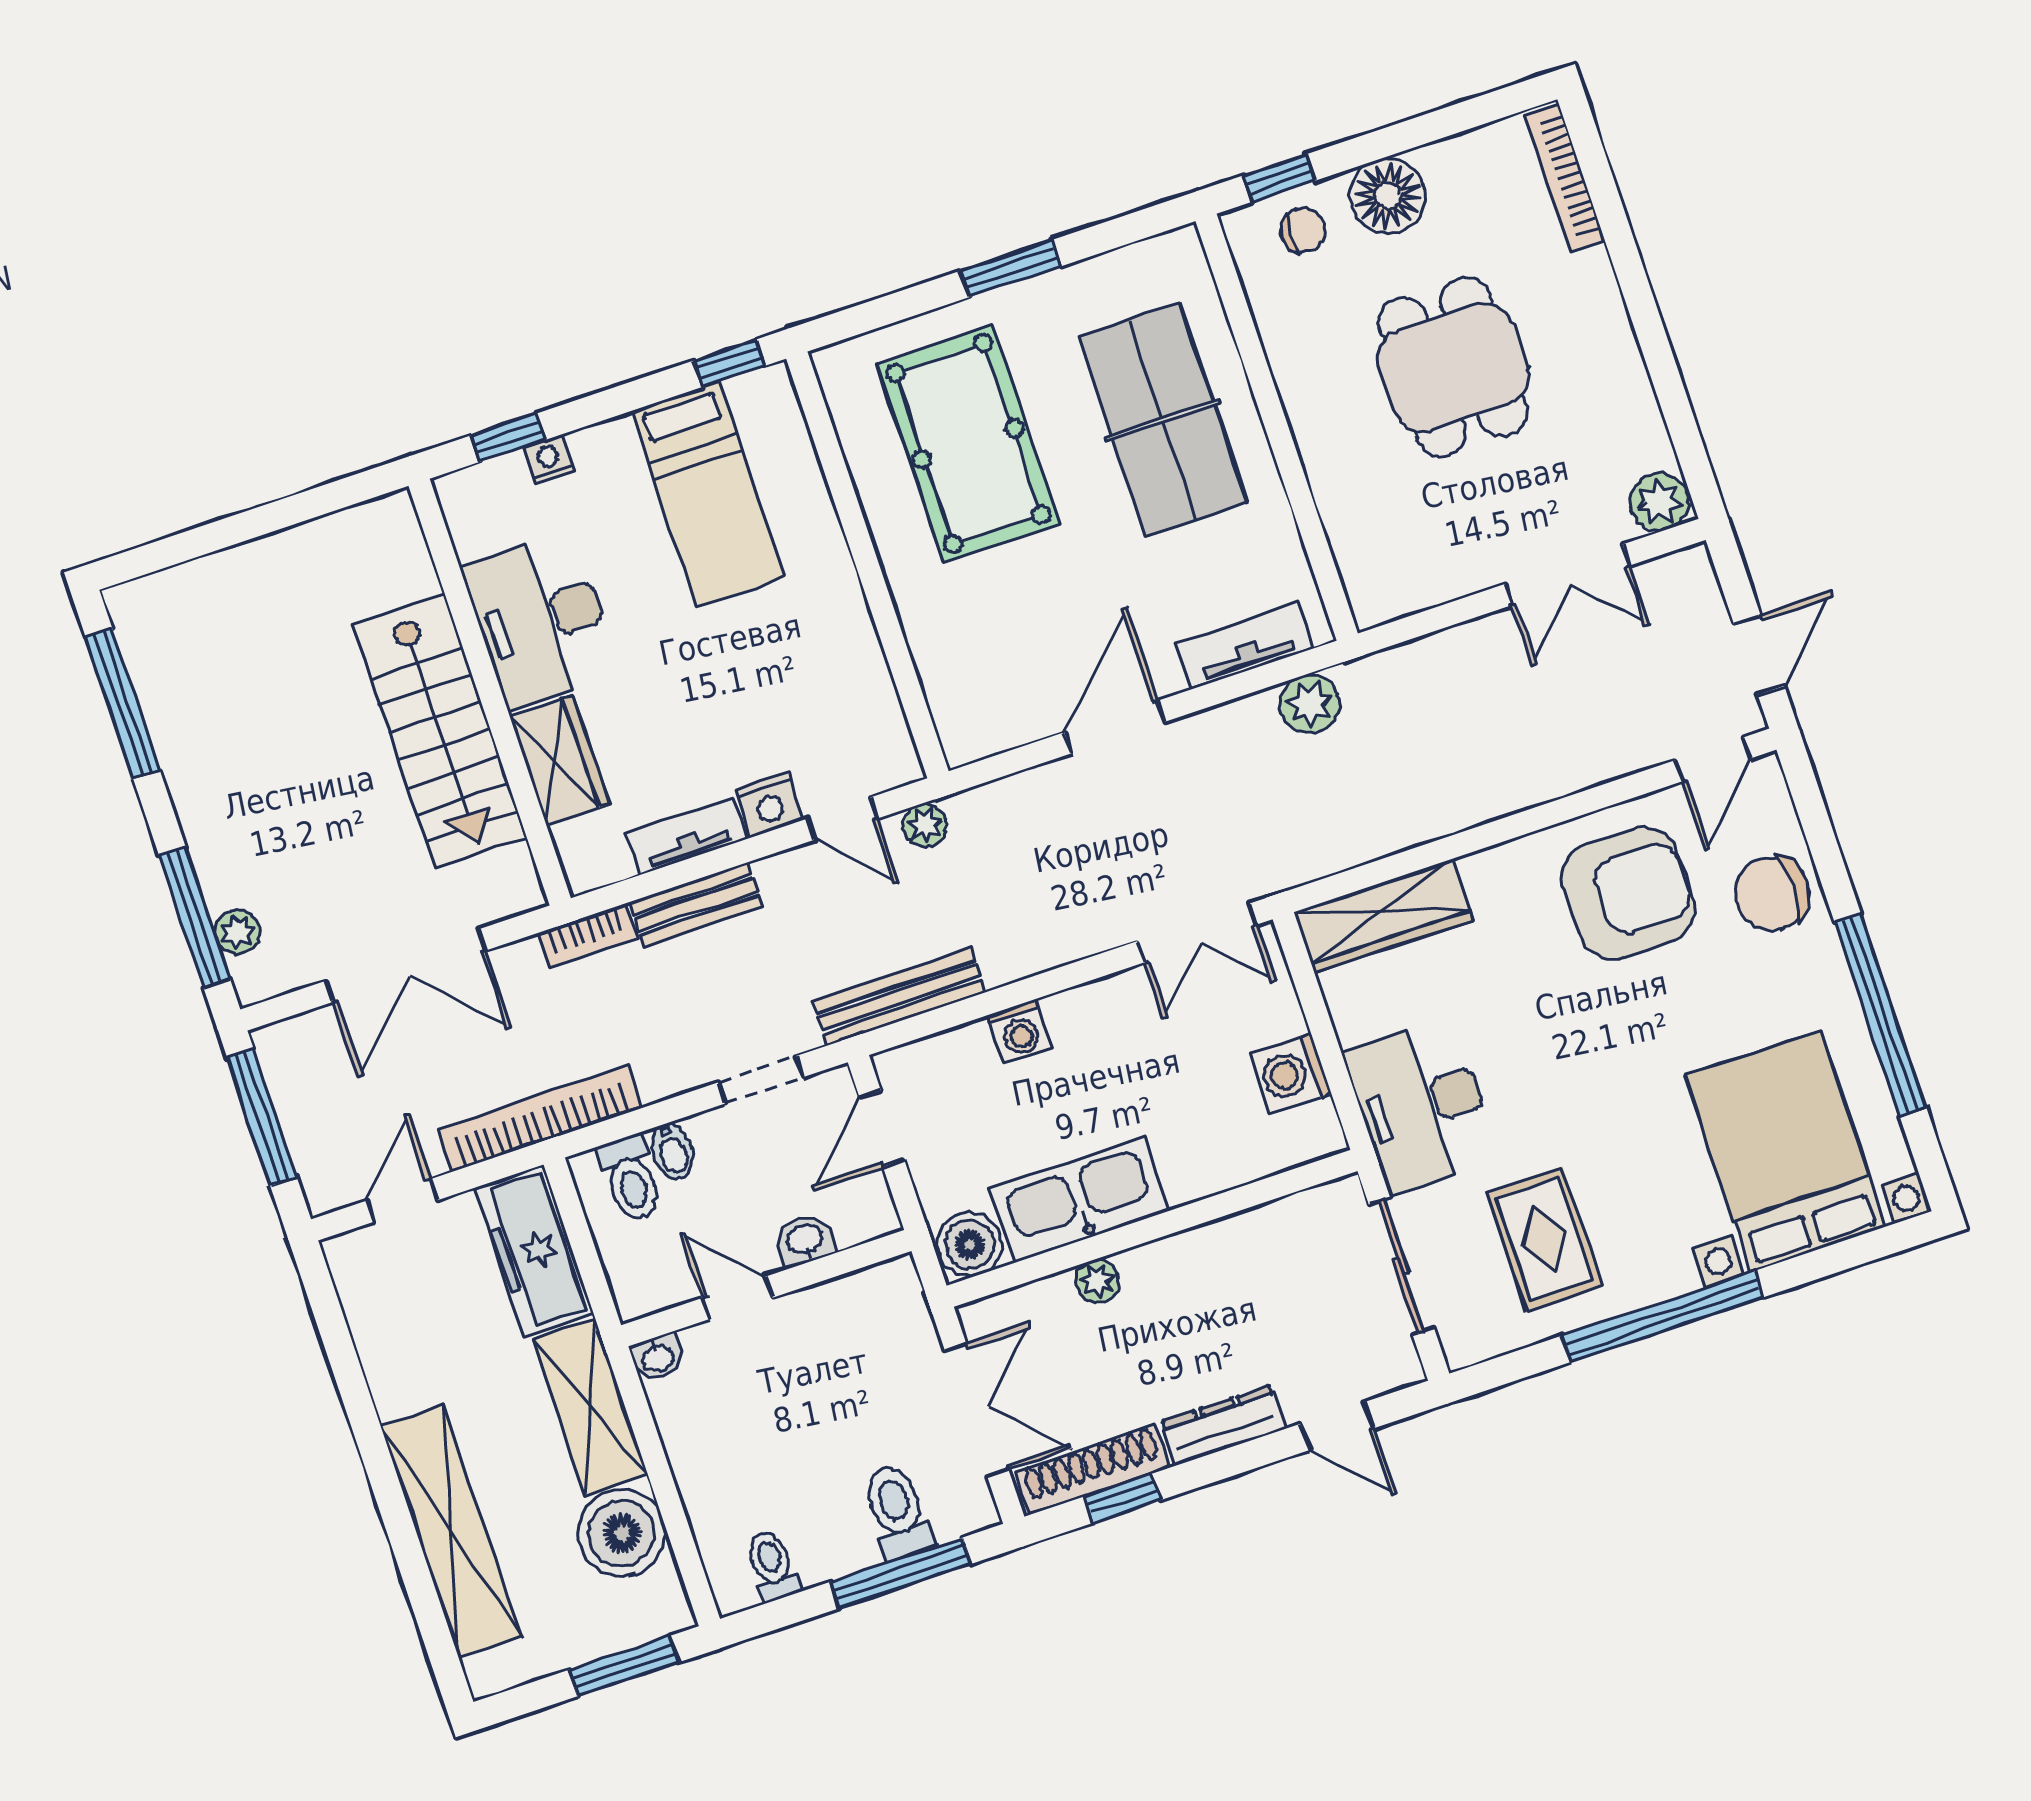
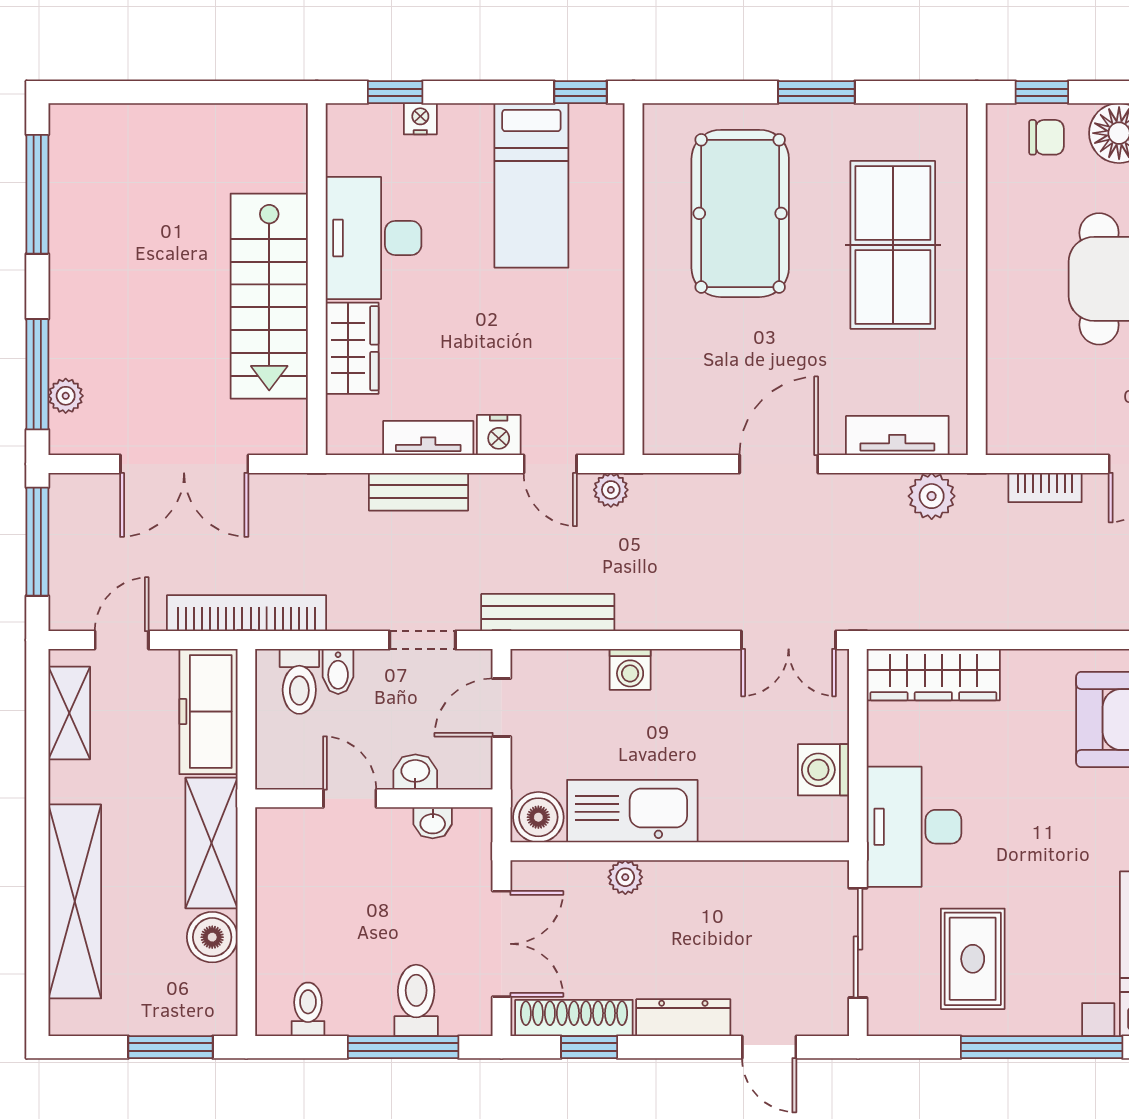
bookcase: (588, 936) -> (1045, 487), moved
shelving: (369, 1308) -> (69, 713), added
washbasin: (657, 1357) -> (433, 823), moved
boiler: (622, 1533) -> (212, 937), width x0.73, depth x0.73

